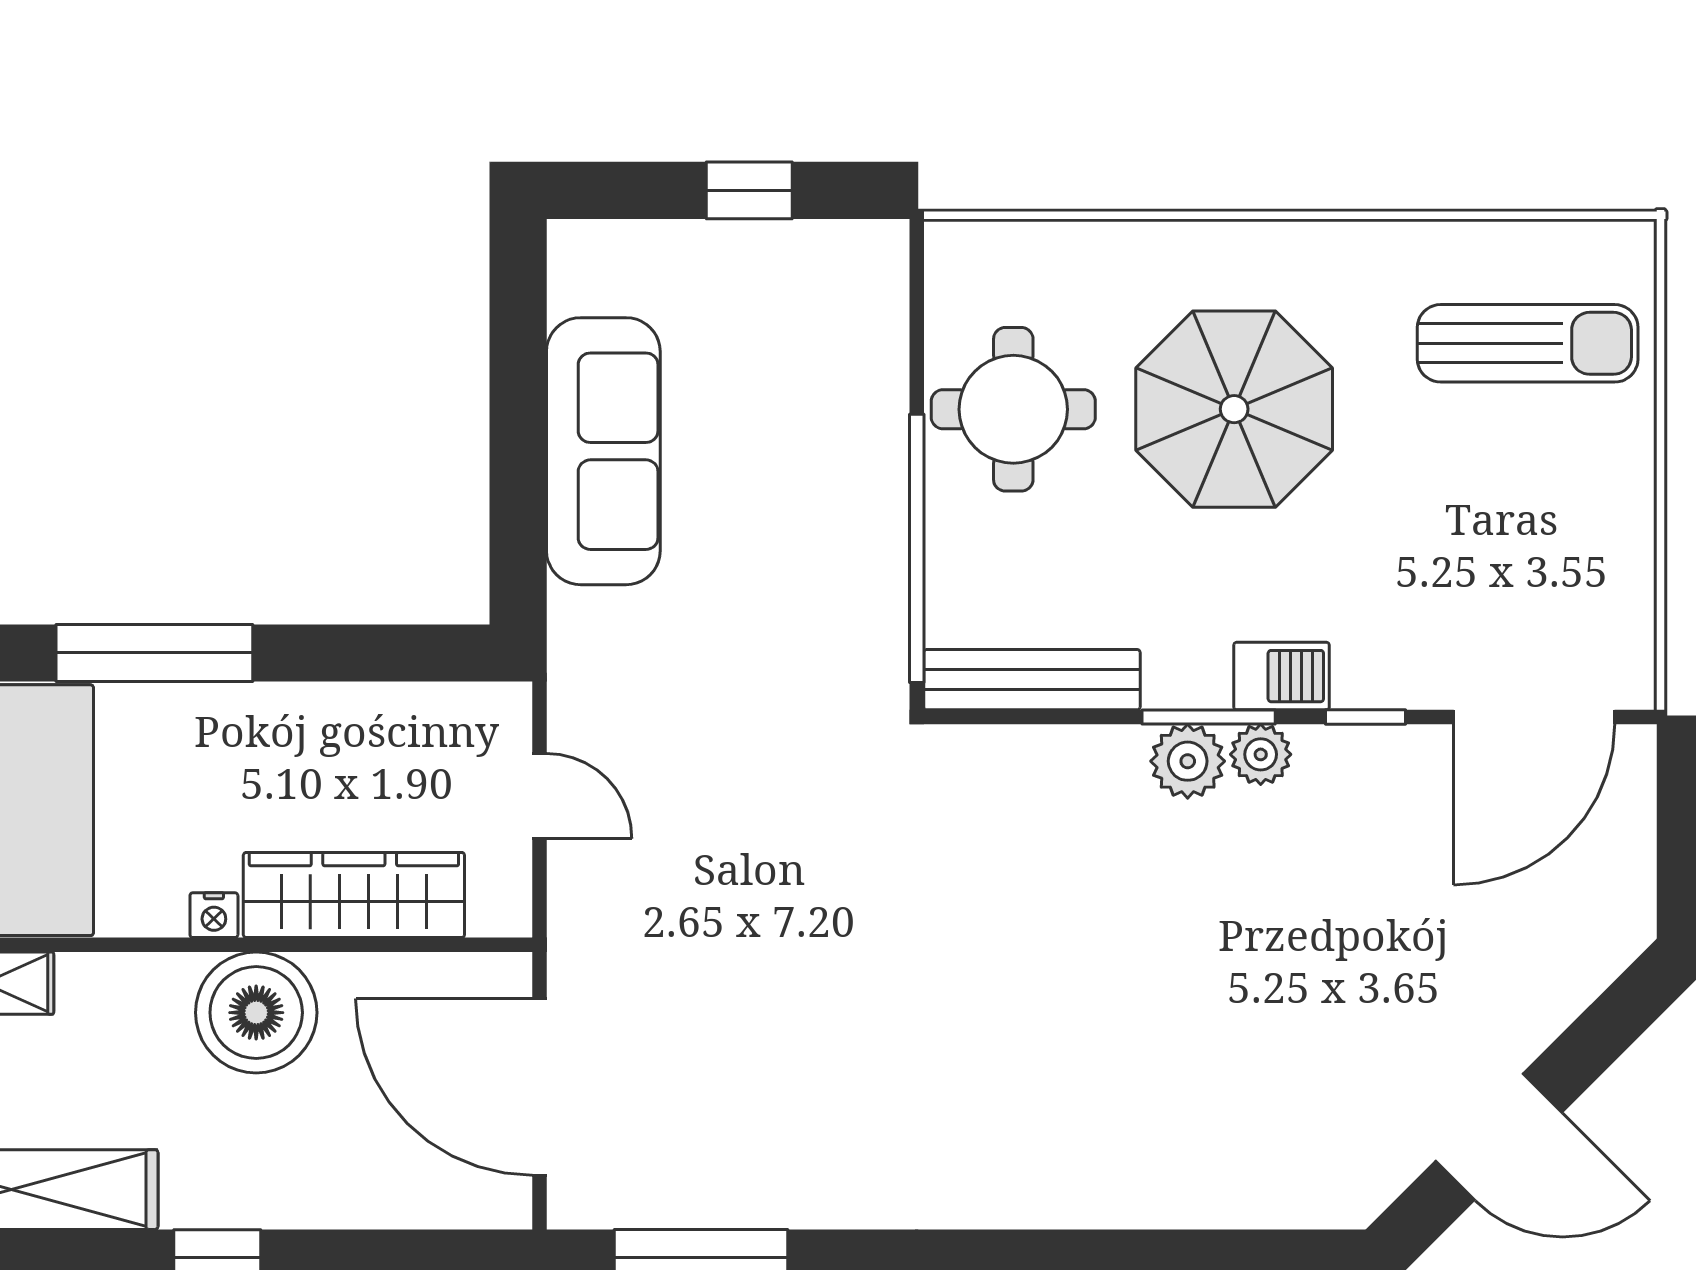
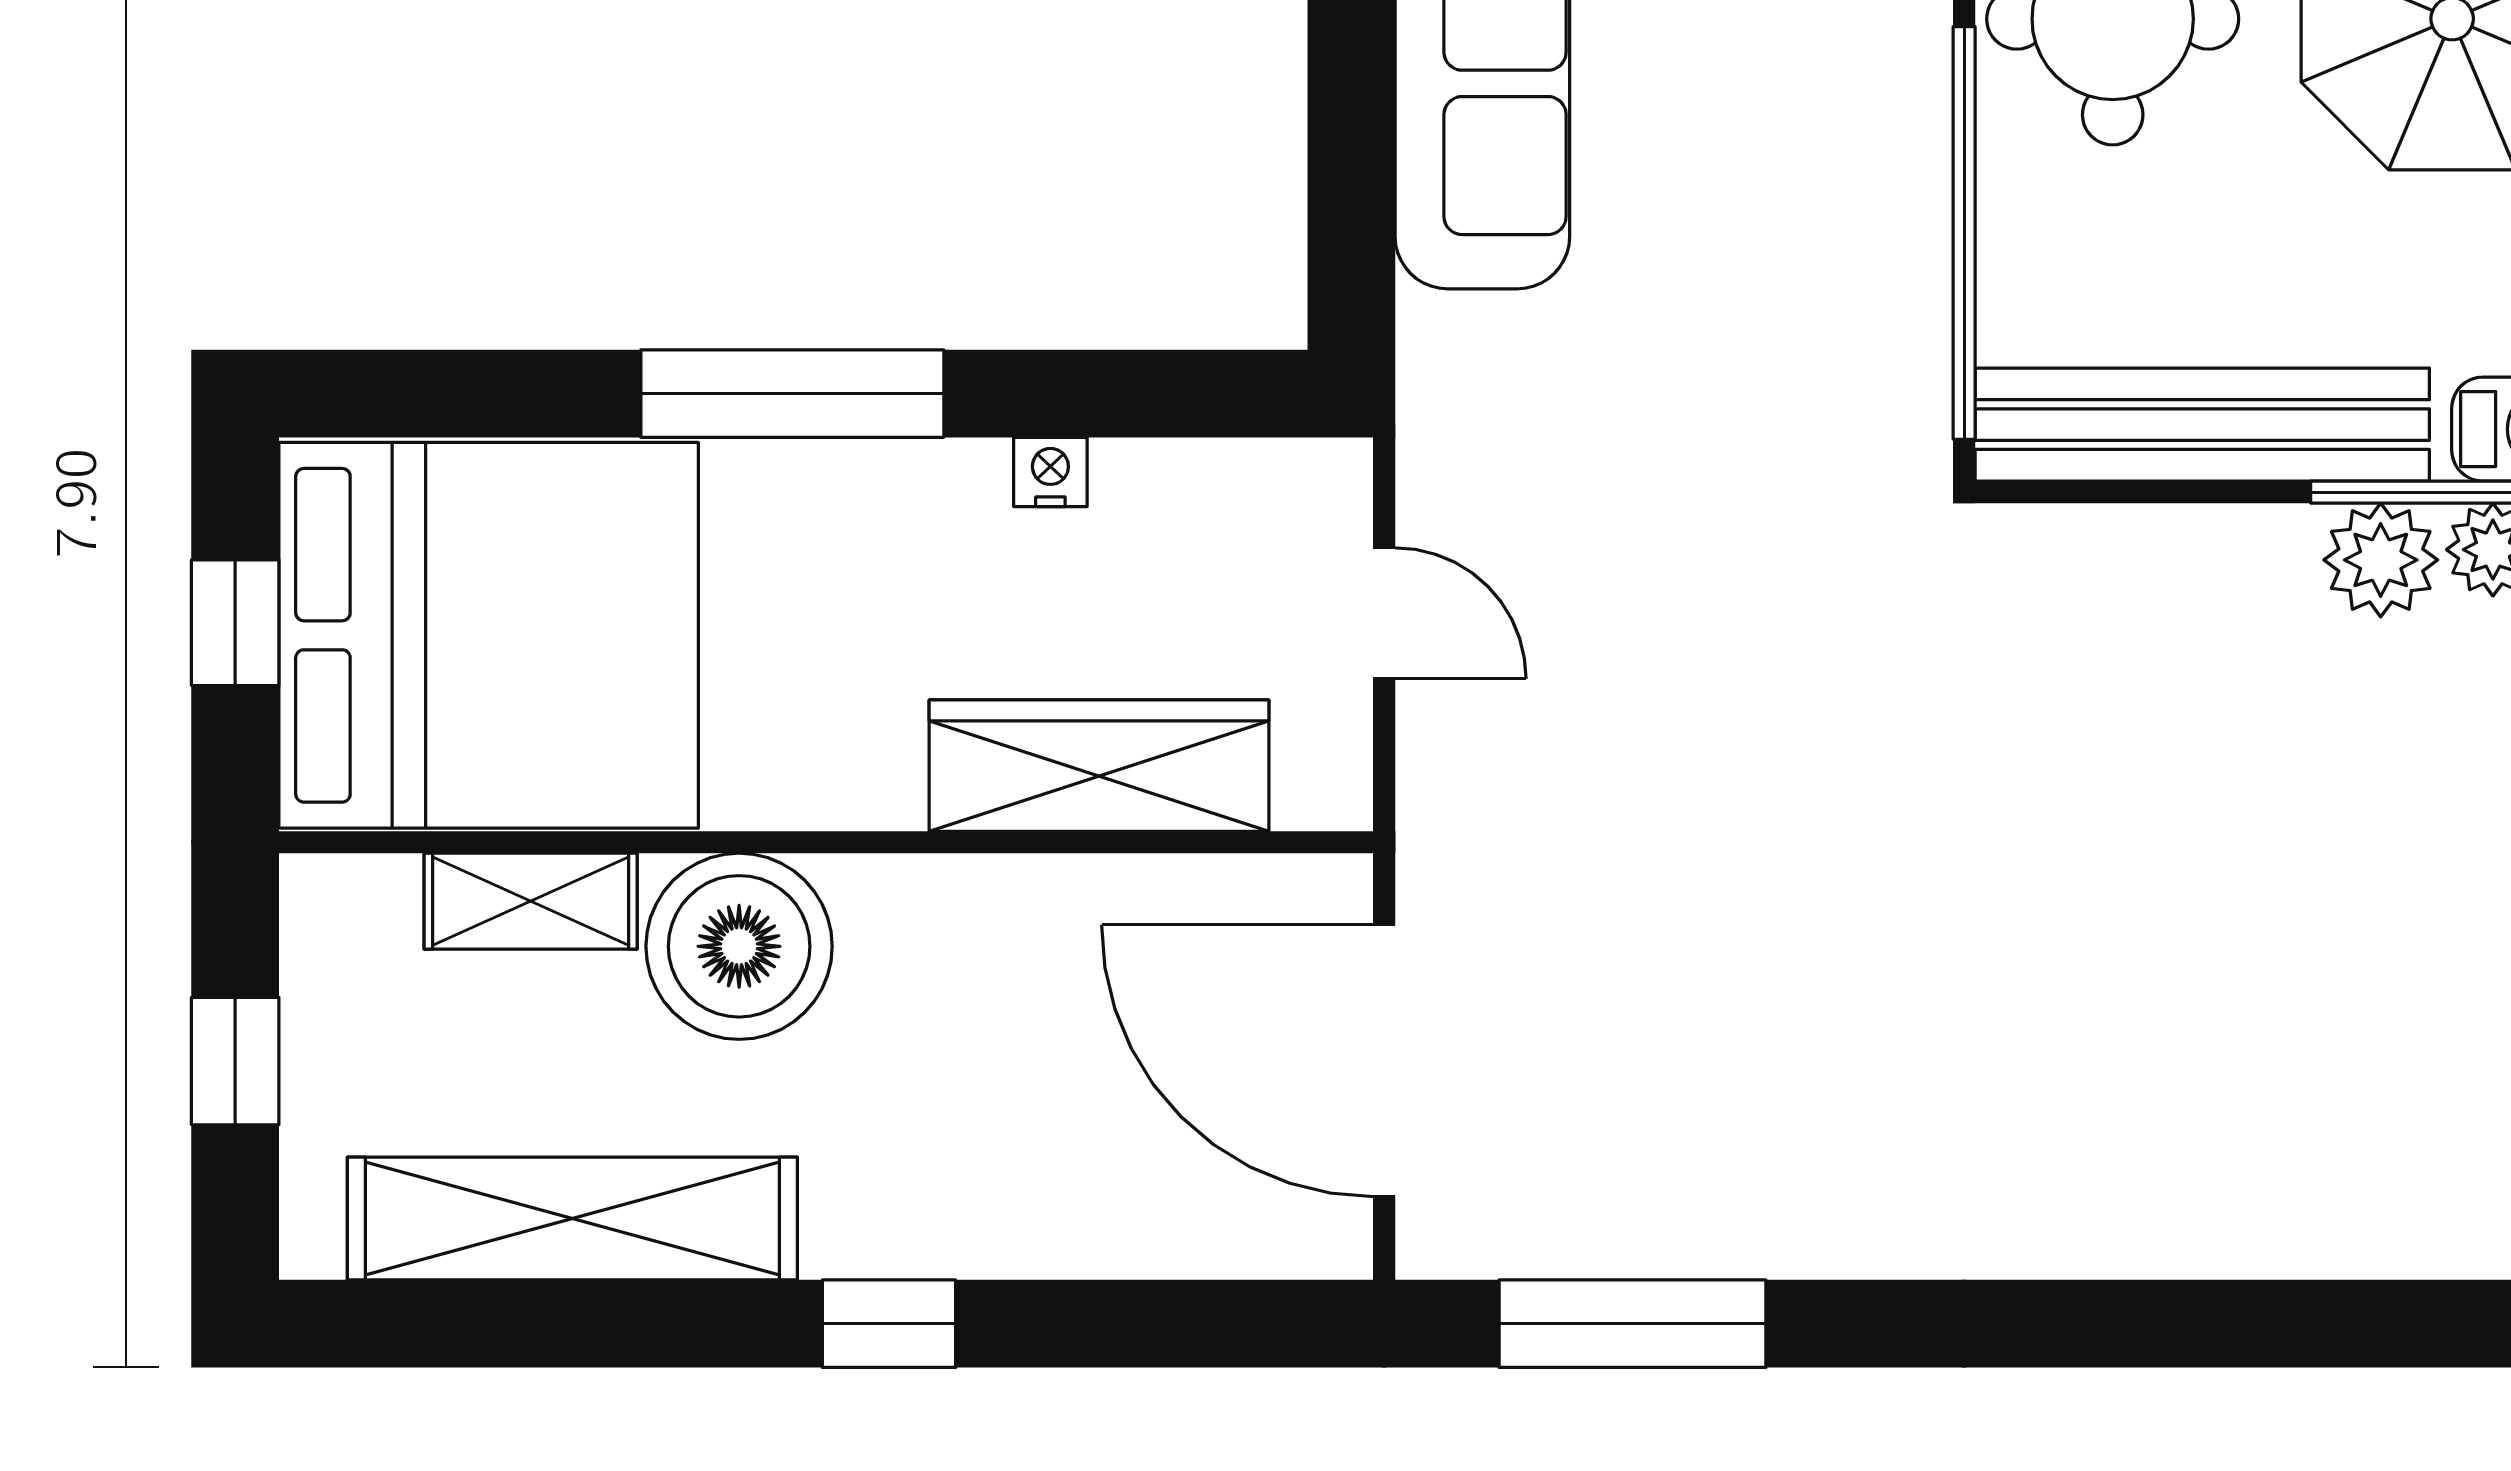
bench: (1032, 680) -> (2202, 425), width x1.37, depth x1.21
nightstand: (214, 915) -> (1050, 472), moved, turned 180
boiler: (256, 1013) -> (739, 946), moved

